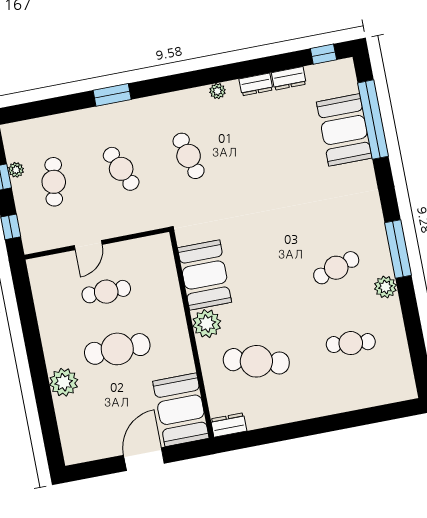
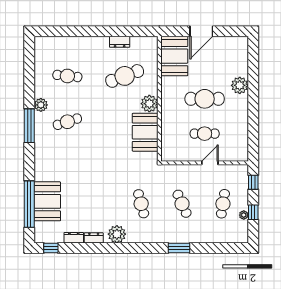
plant: (217, 91) -> (117, 234), width x1.87, depth x1.87
cafe table: (256, 361) -> (125, 76), turned -36
dresser: (229, 425) -> (120, 42), moved

